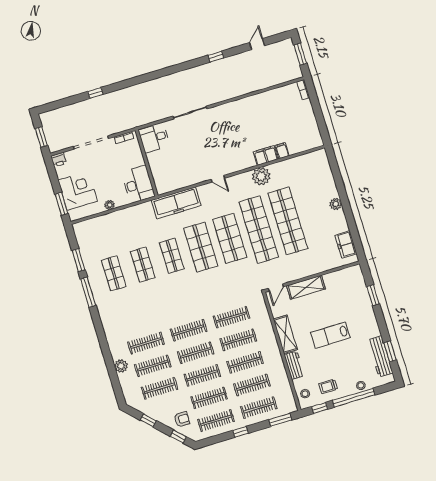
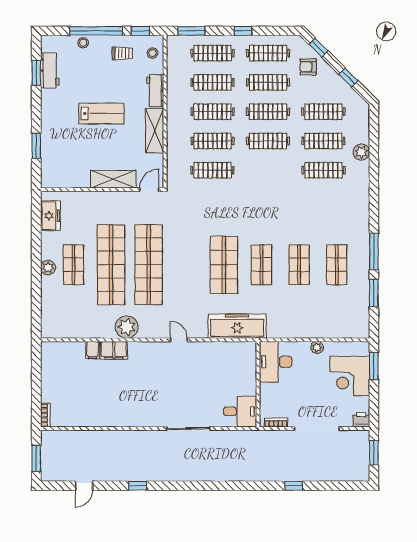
shop shelf: (230, 238) -> (73, 265), moved, width x0.70, depth x0.74
clothes rail: (189, 330) -> (268, 170), removed
workbench: (380, 356) -> (50, 70), width x0.73

